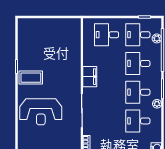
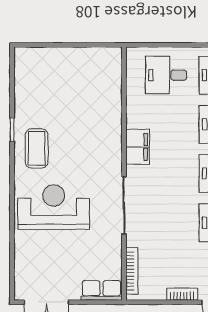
coffee table: (31, 78) -> (37, 148), turned 90
reception desk: (41, 112) -> (54, 207), turned 180

